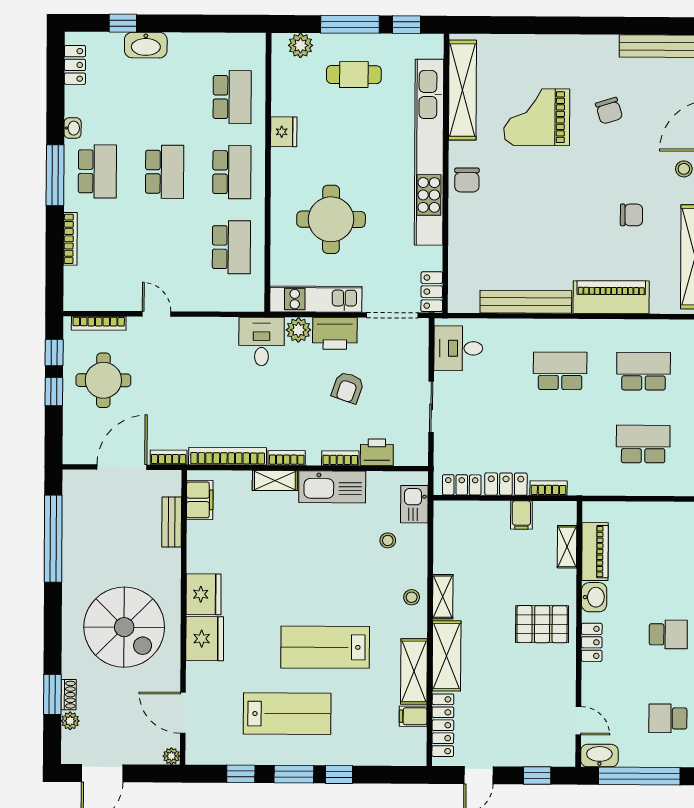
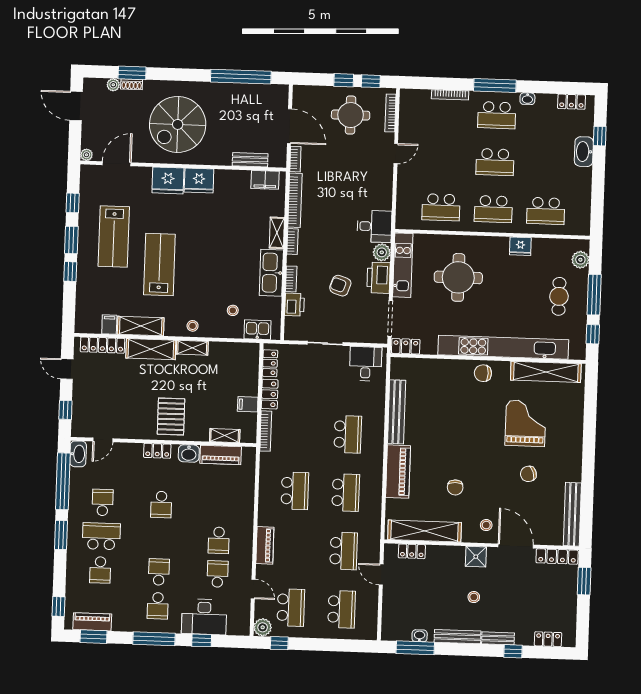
bookcase: (548, 488) -> (266, 431), width x1.56

